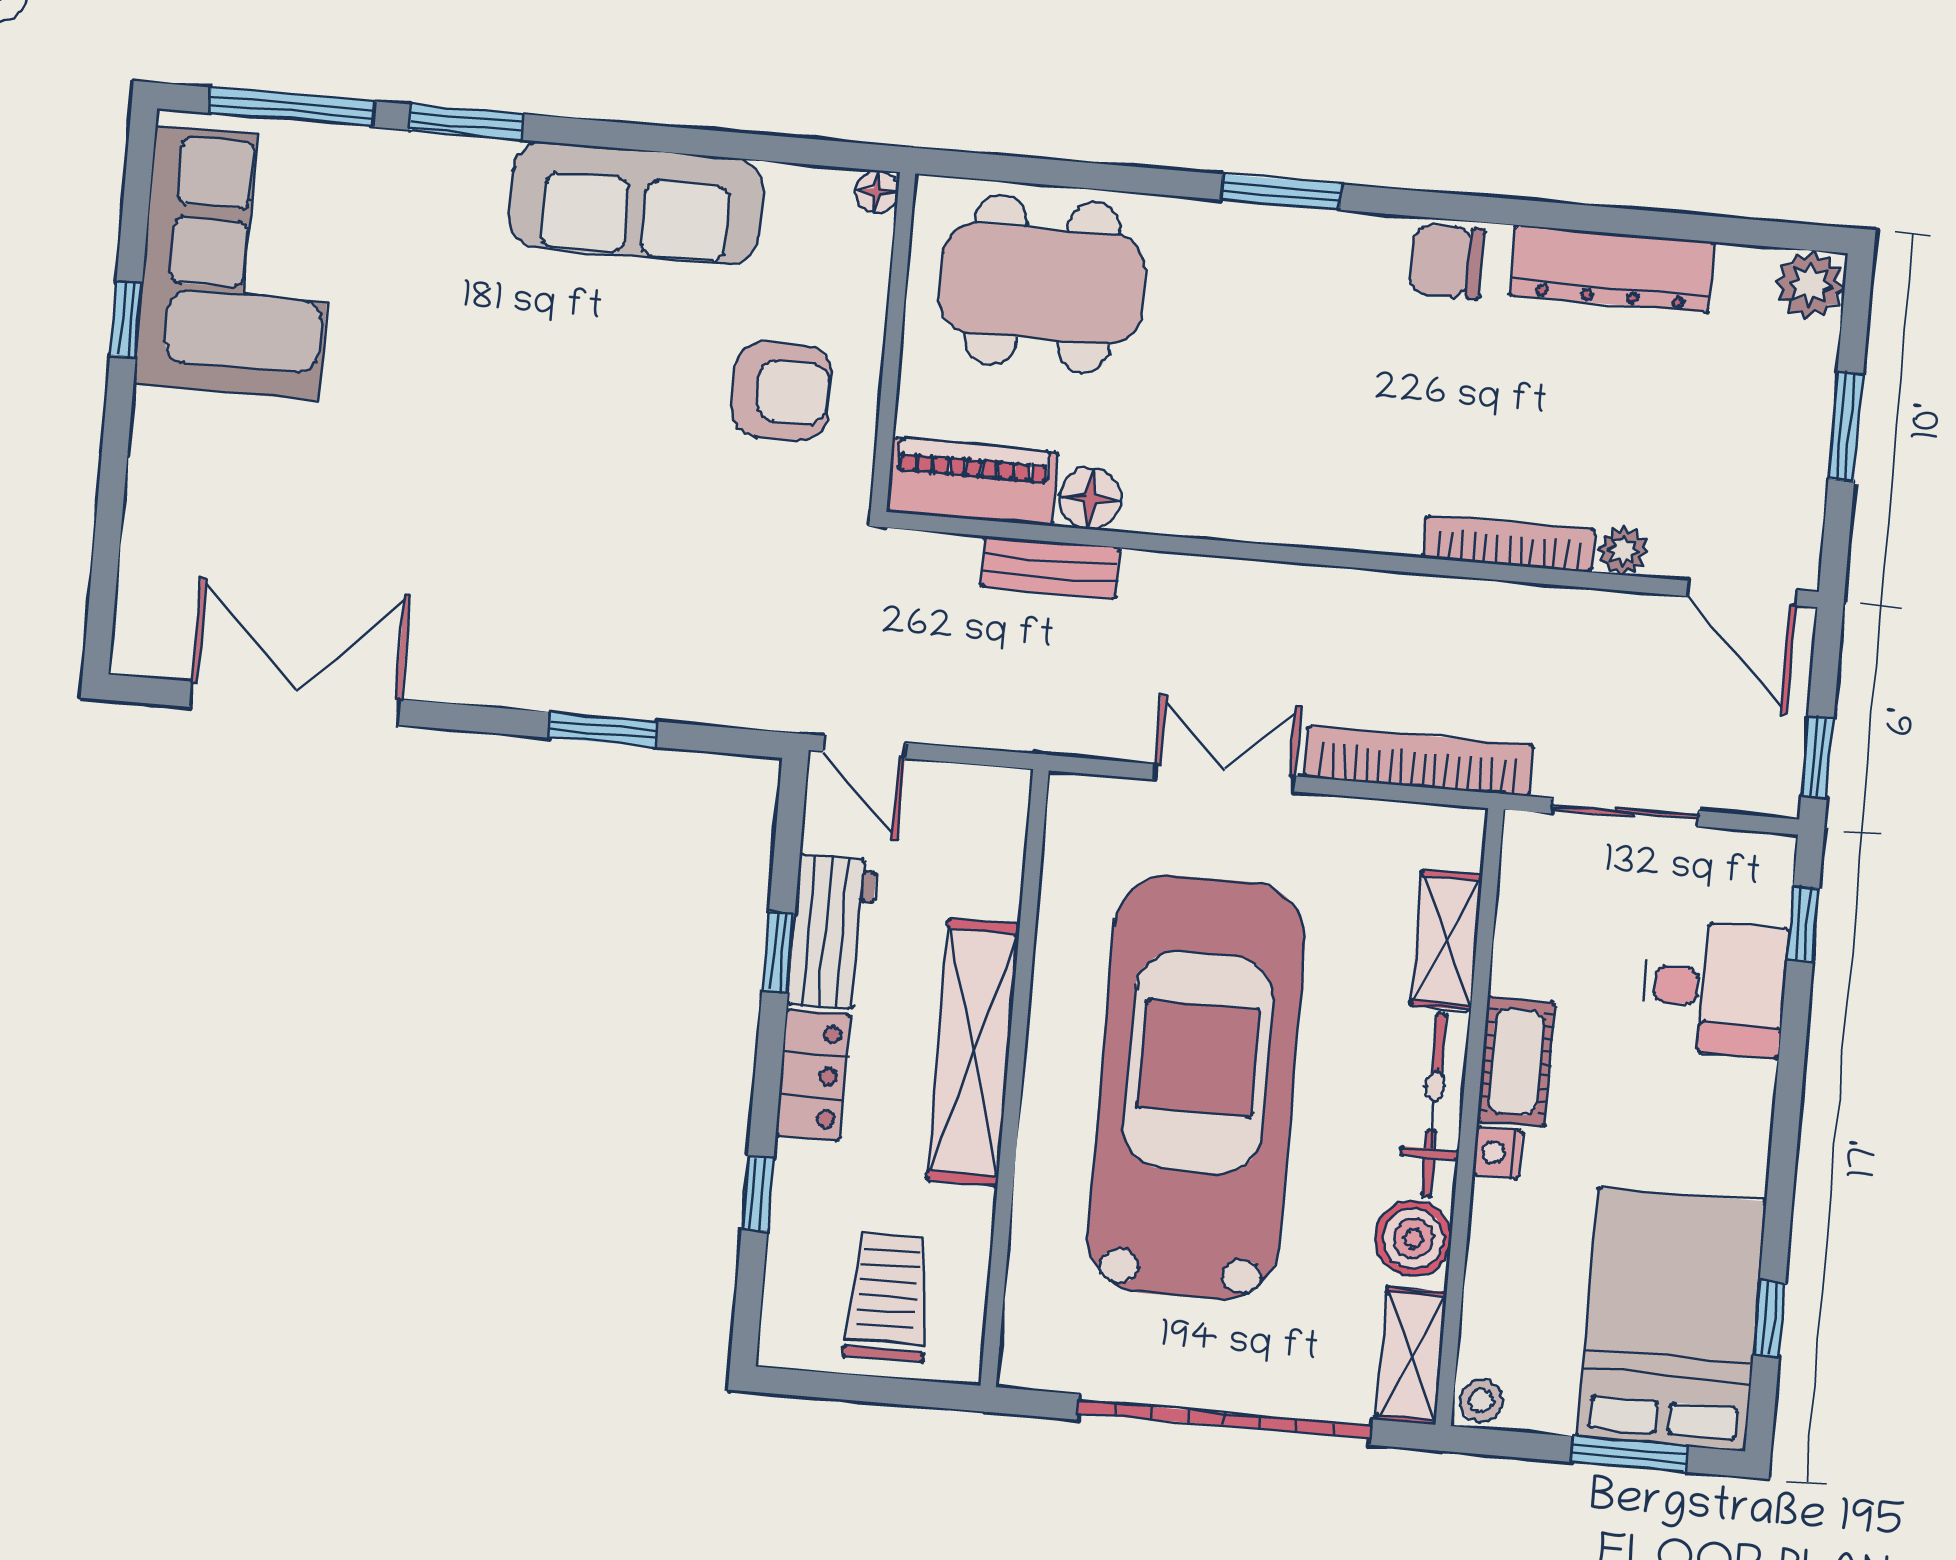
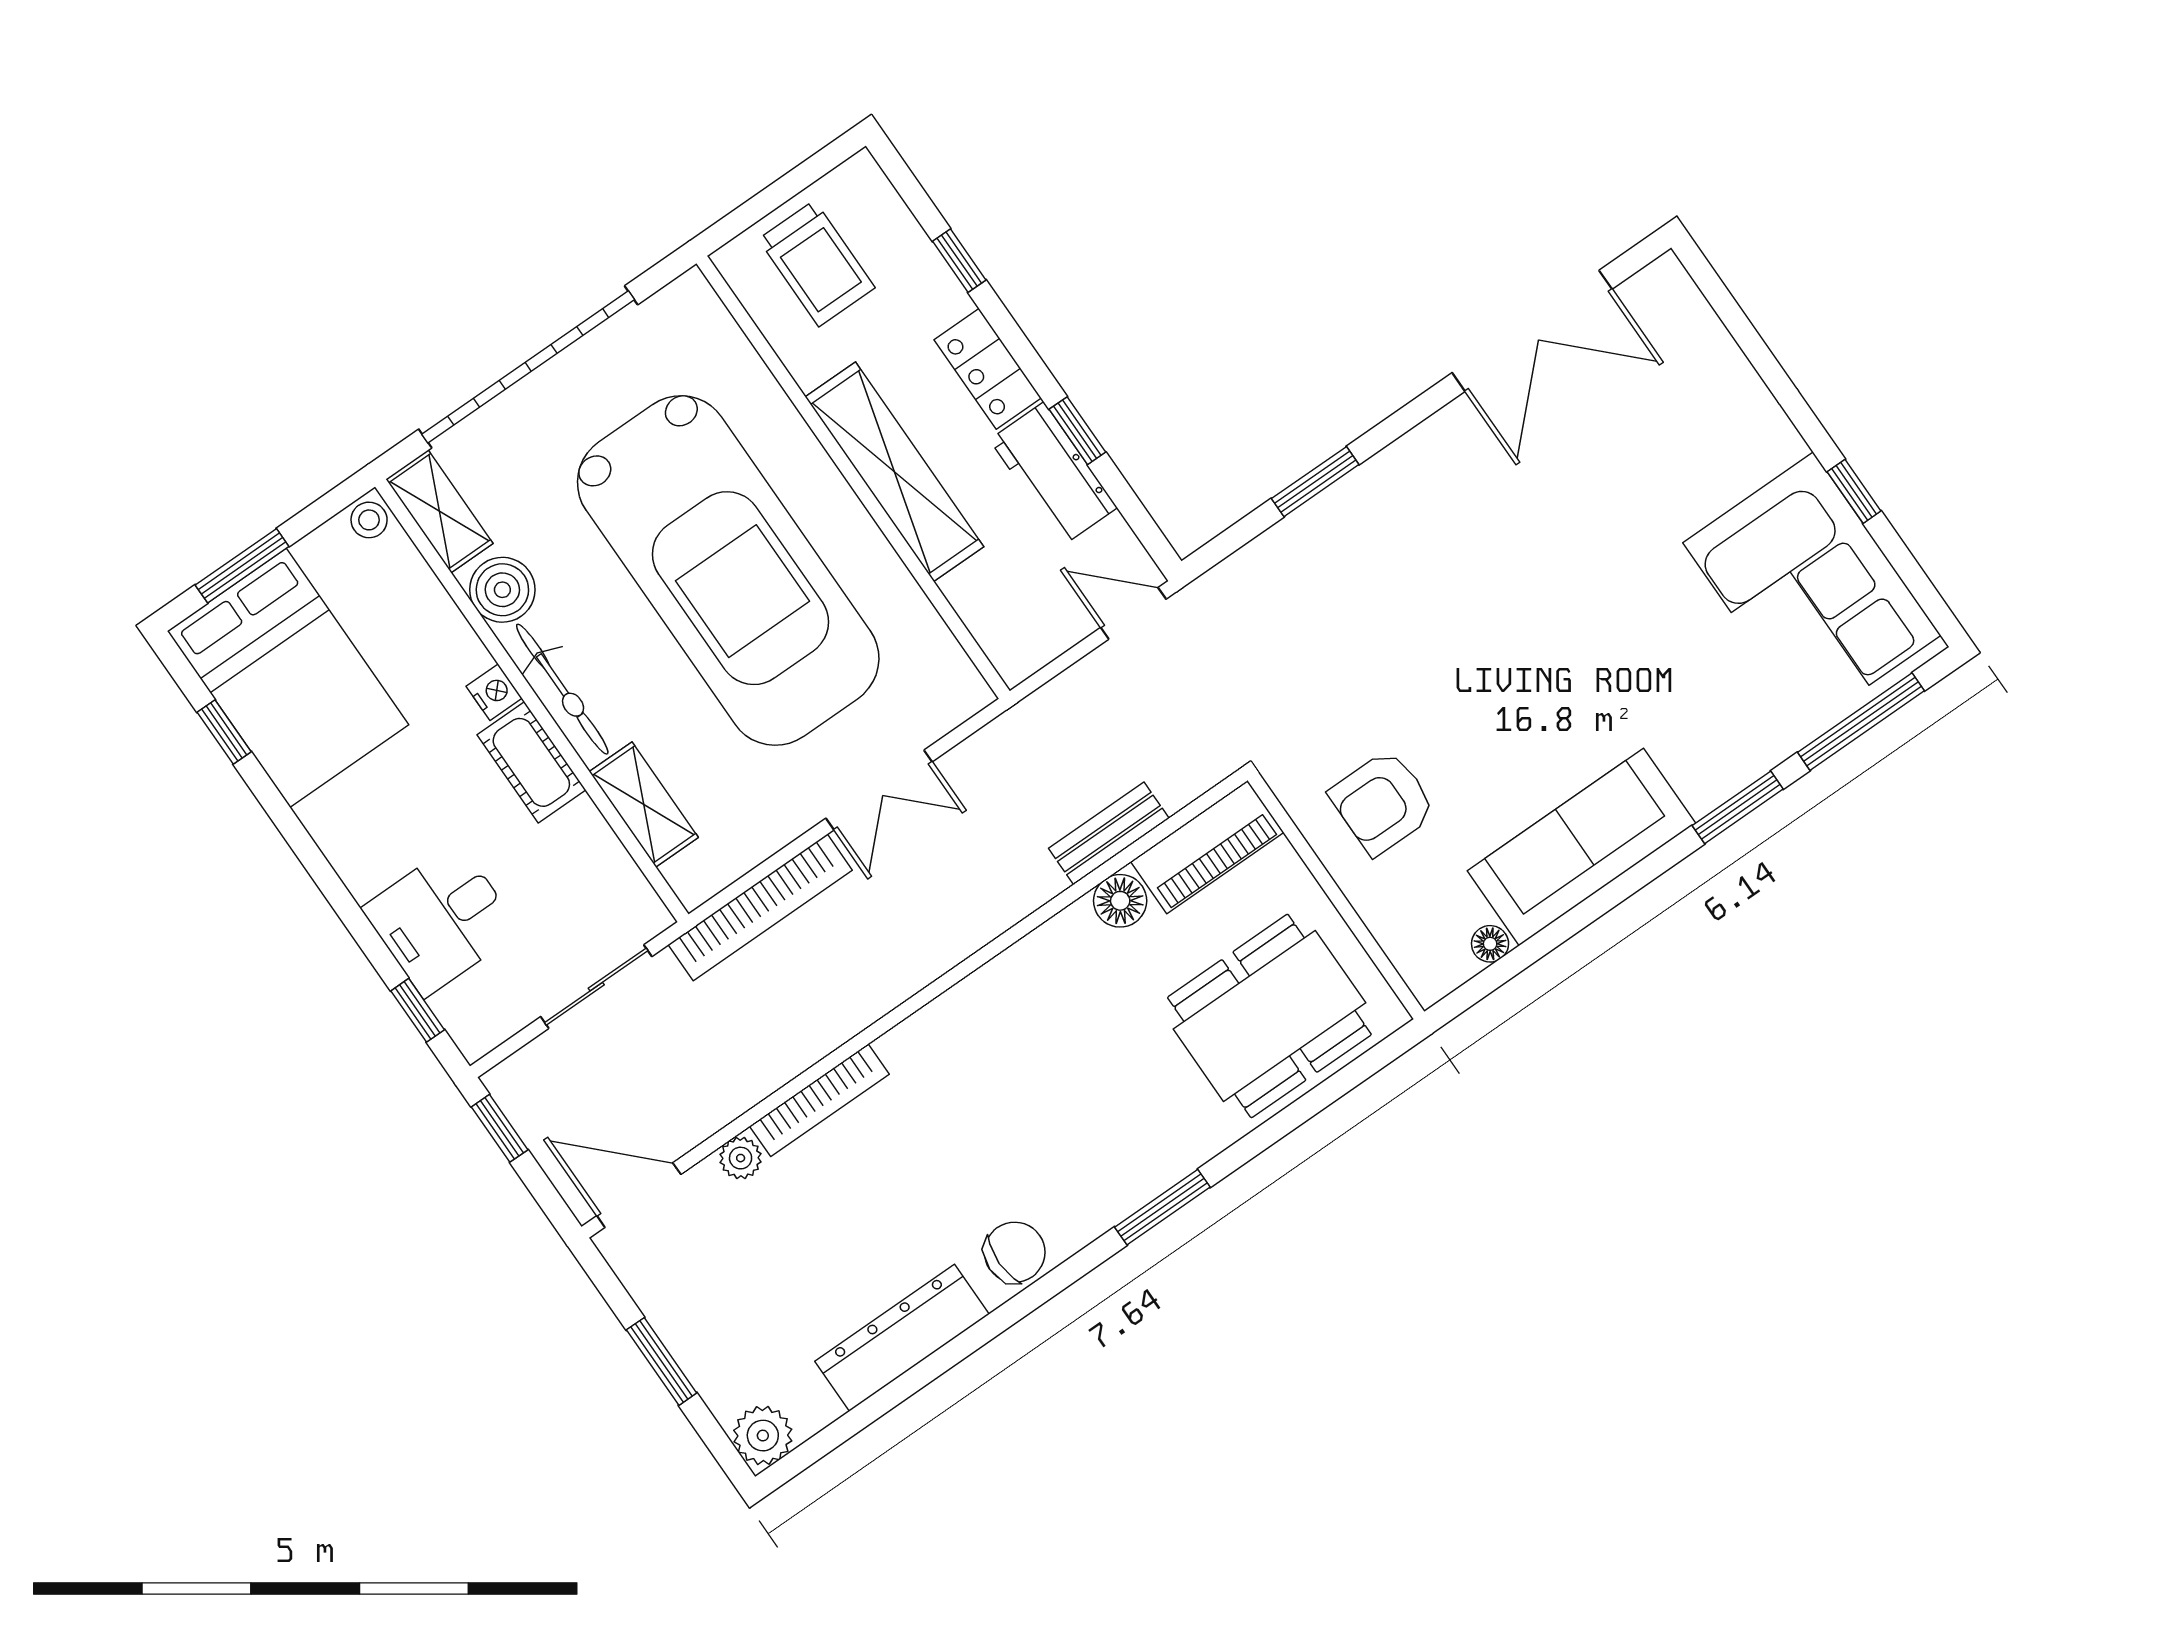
floor lamp: (877, 192) -> (1490, 944), moved

